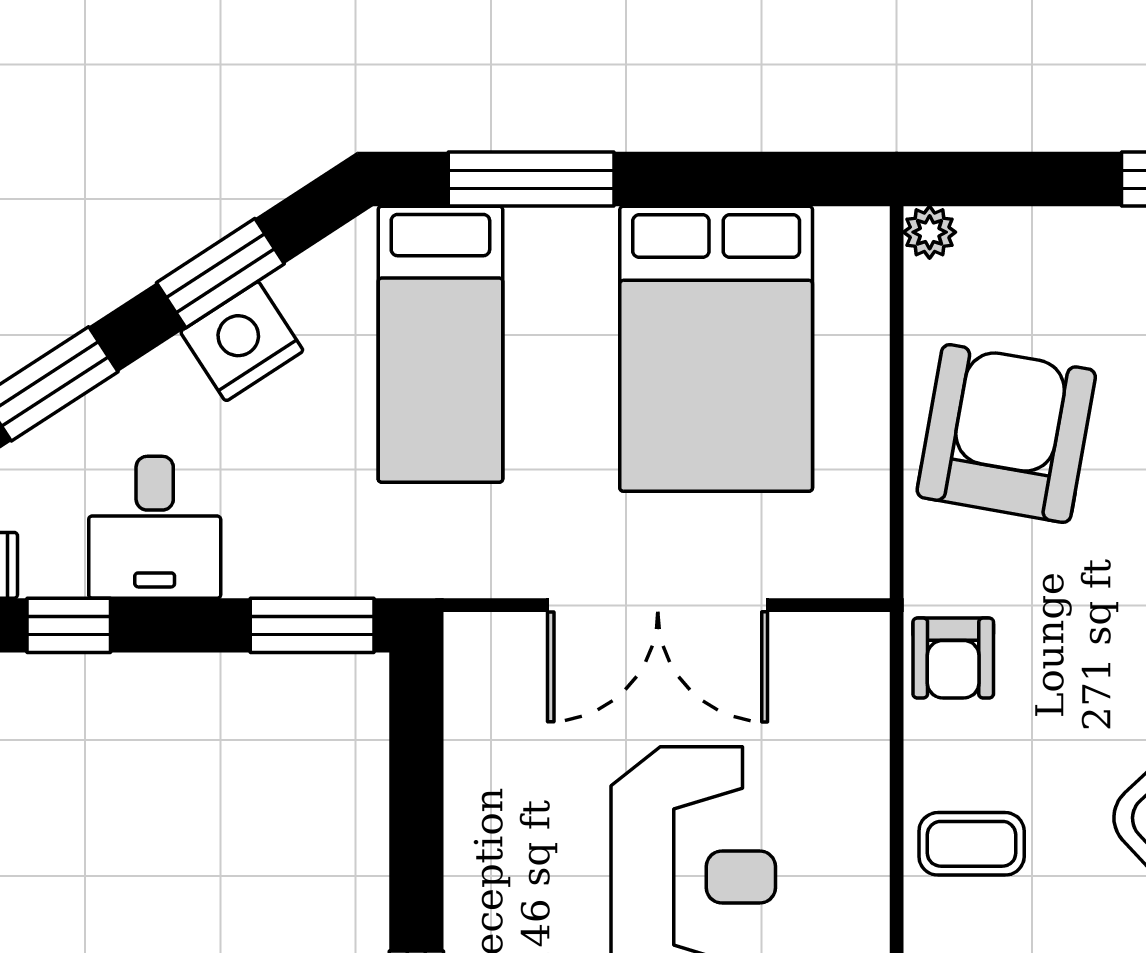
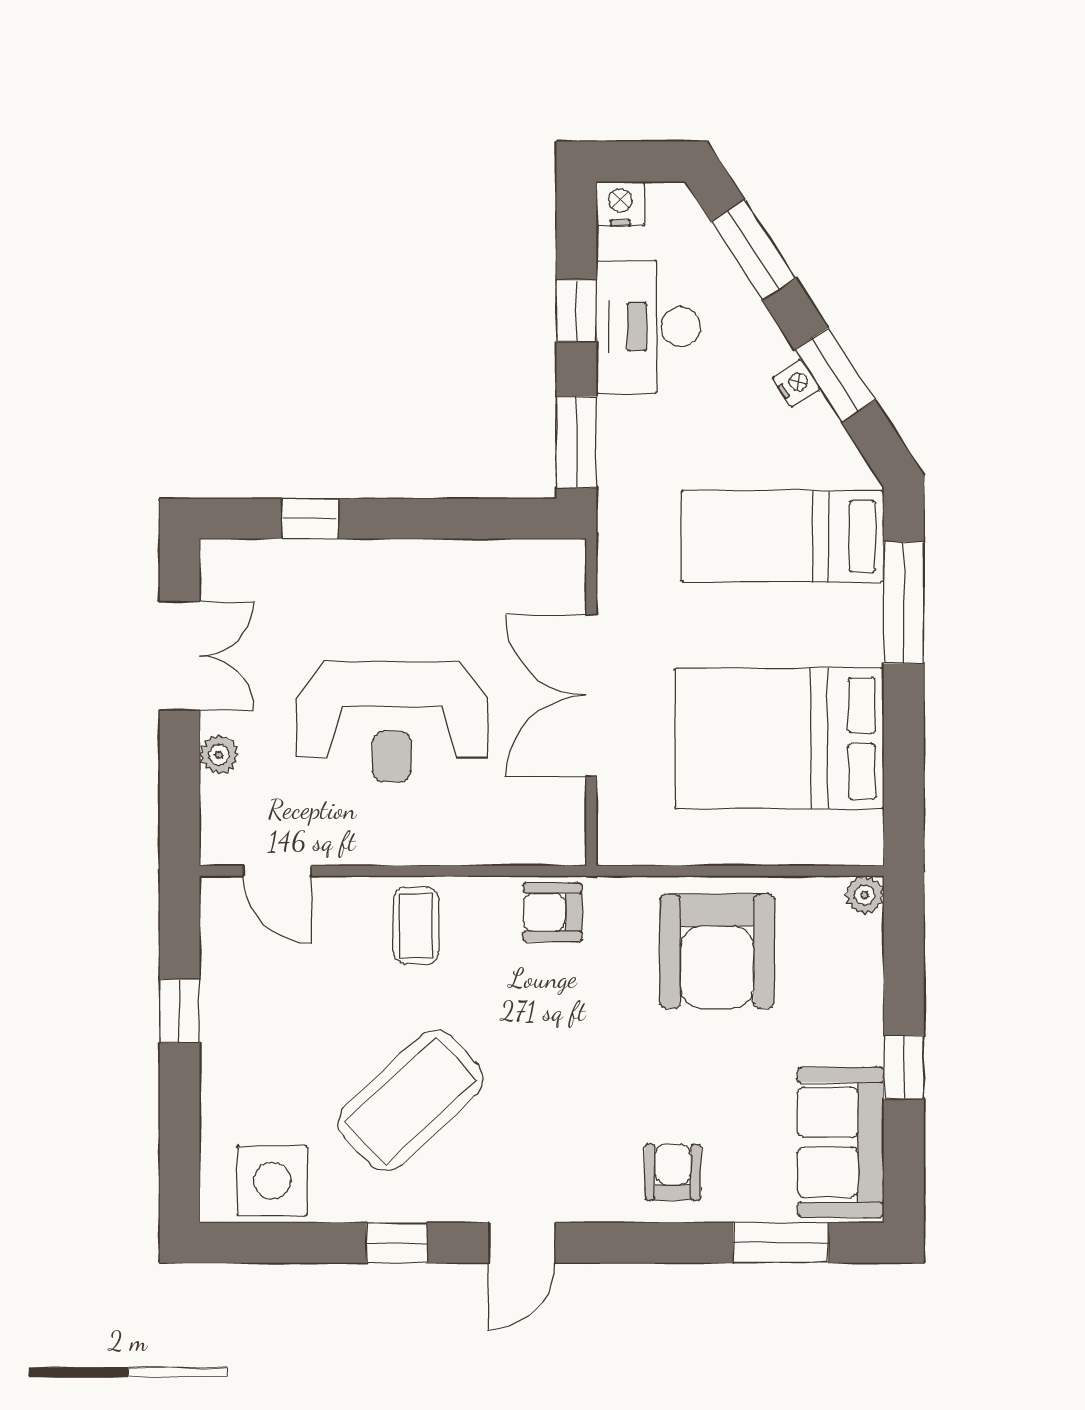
nightstand: (242, 341) -> (796, 383), width x0.53, depth x0.56
armchair: (1006, 434) -> (717, 951), turned 80
desk: (155, 527) -> (648, 327), width x1.37
window: (69, 625) -> (576, 311), moved

